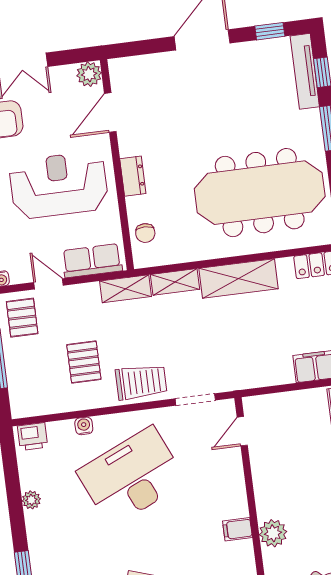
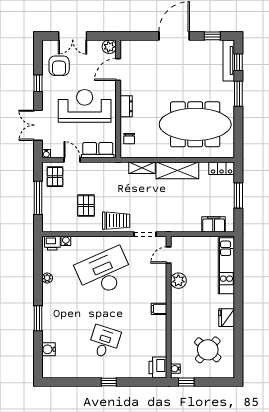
shelving: (125, 289) -> (114, 168), removed
water cooler: (84, 426) -> (66, 241), moved
plant: (273, 533) -> (178, 281), moved

